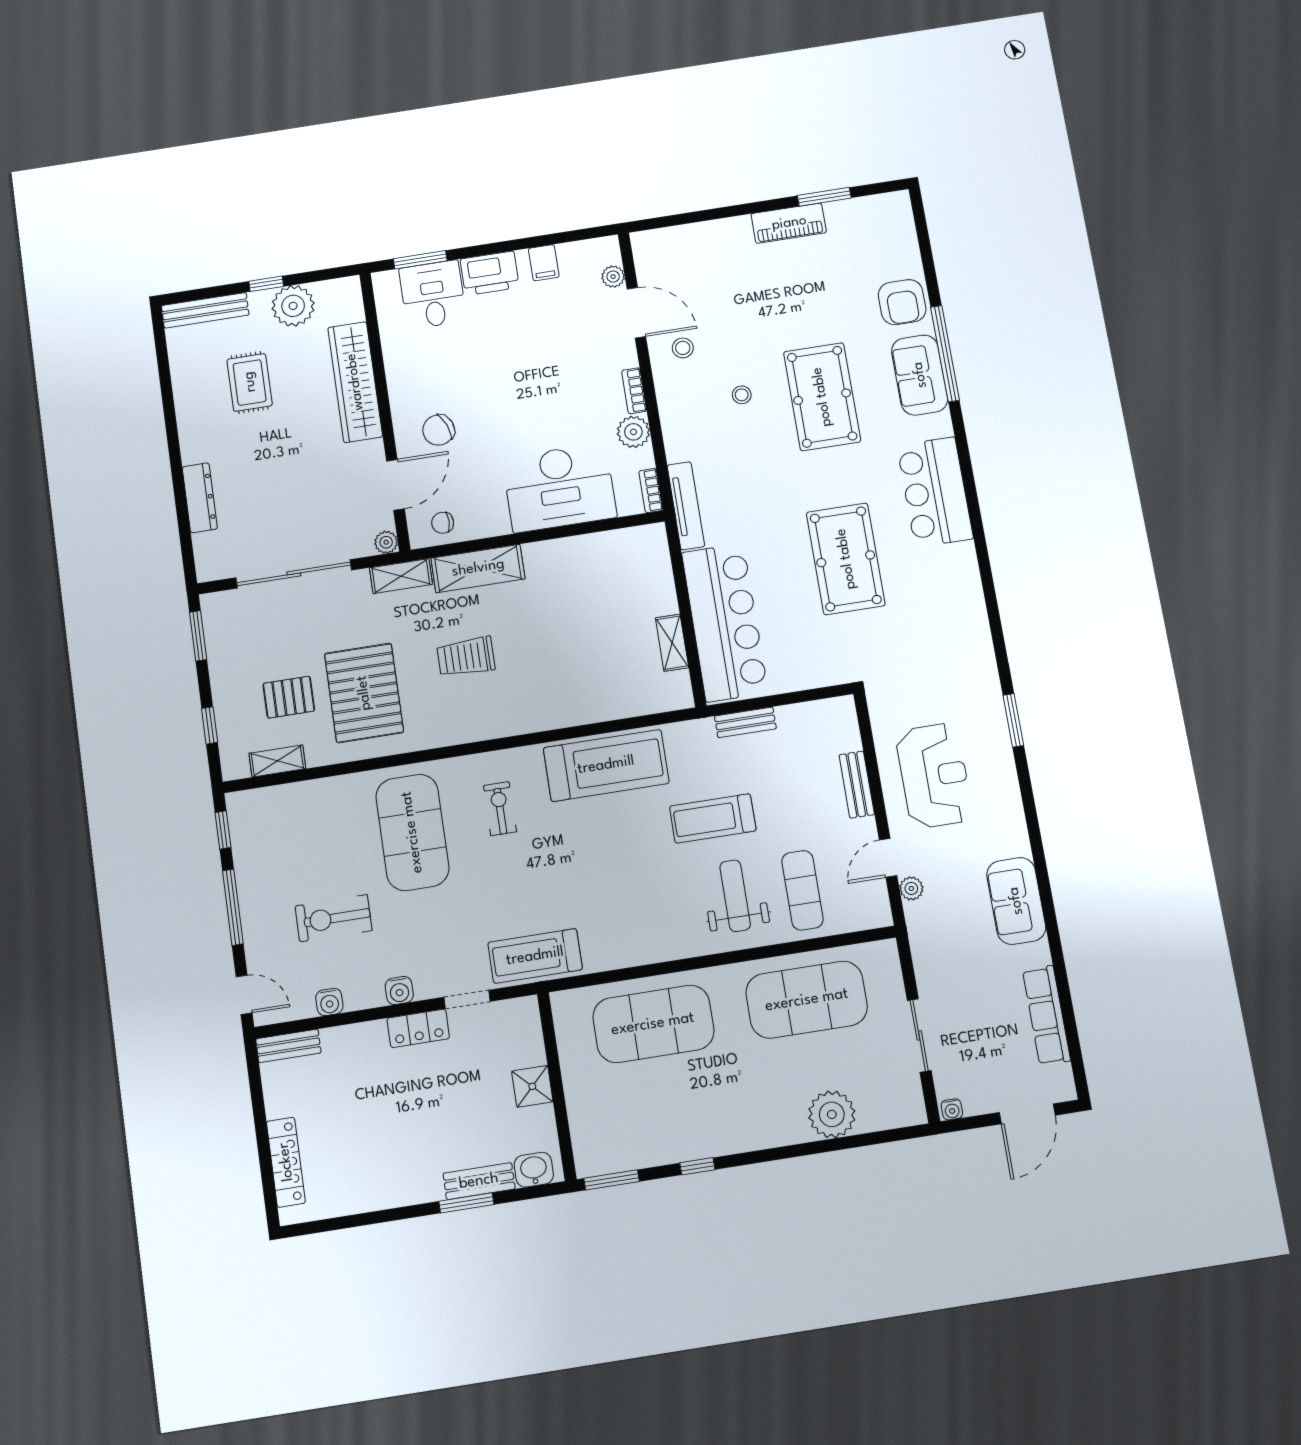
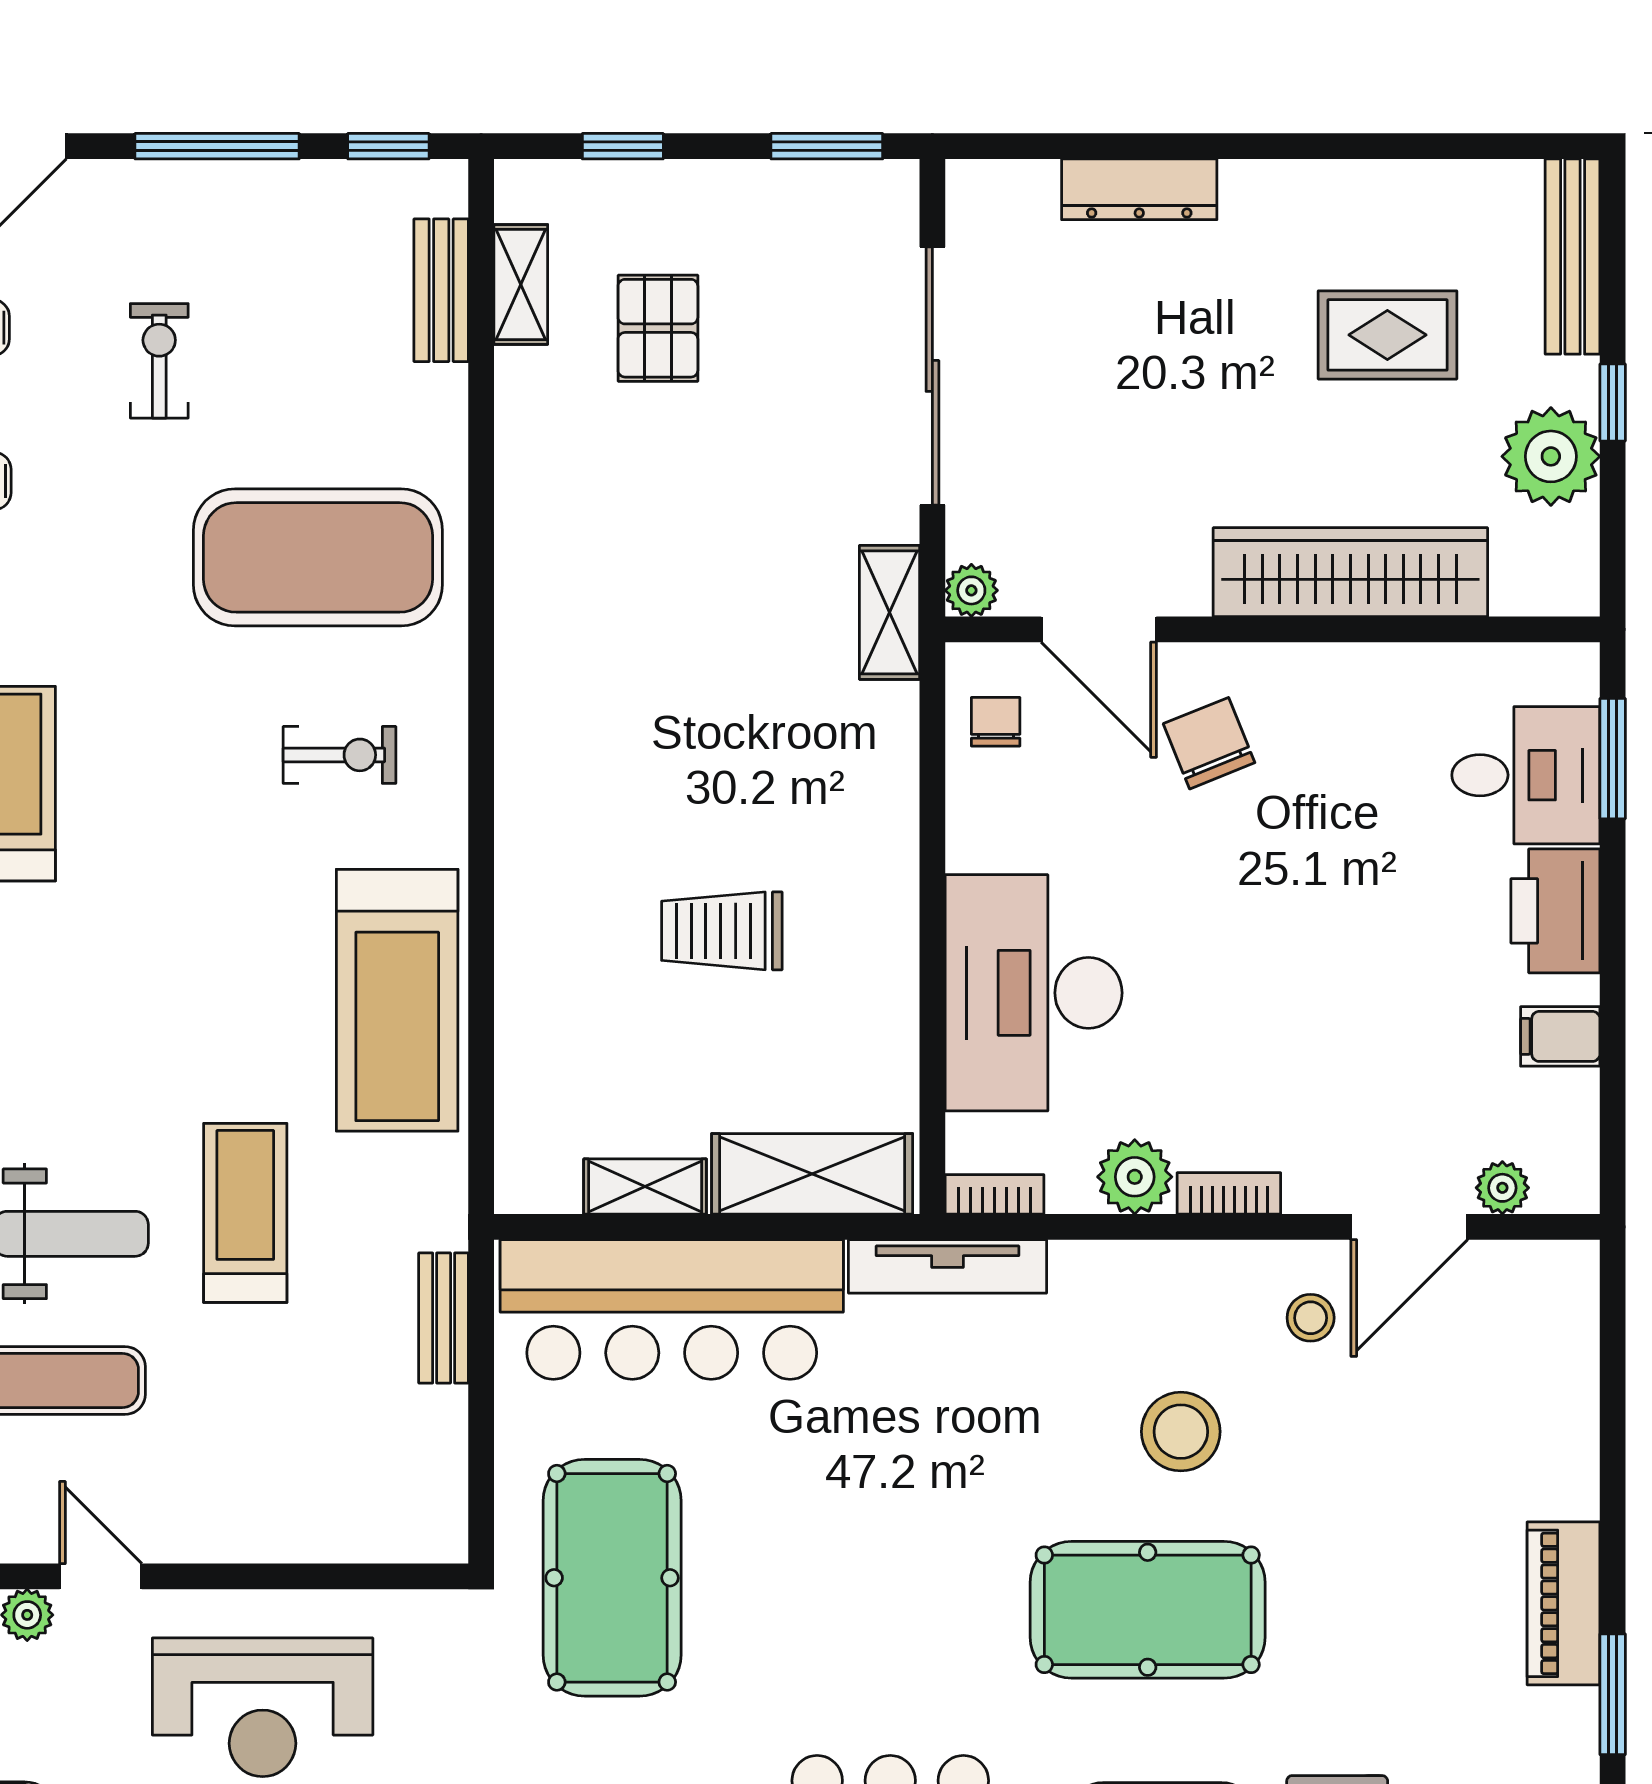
stool: (742, 395) -> (1181, 1432), width x1.89, depth x1.89
pool table: (846, 559) -> (612, 1578), moved, turned 90
shelving: (478, 568) -> (812, 1174), moved, turned 90
trolley: (466, 657) -> (722, 931), moved, turned -90
pallet: (364, 693) -> (641, 495), removed
bench: (857, 785) -> (441, 290), moved, turned 90
exercise bike: (334, 918) -> (159, 361), width x0.73, depth x0.72

